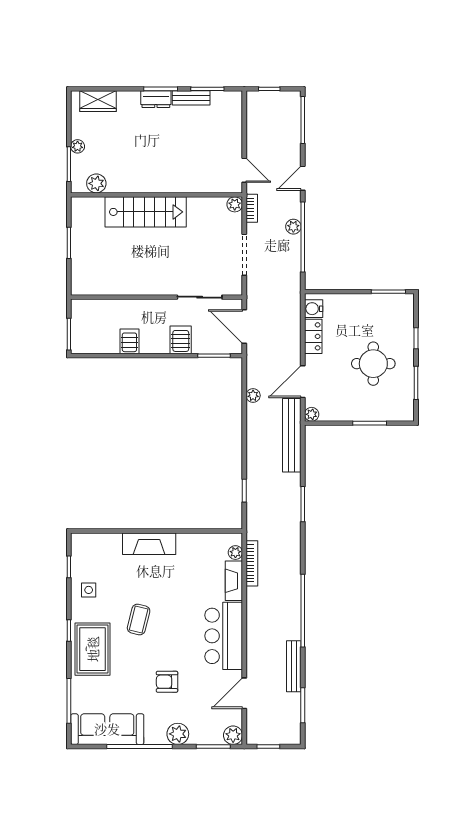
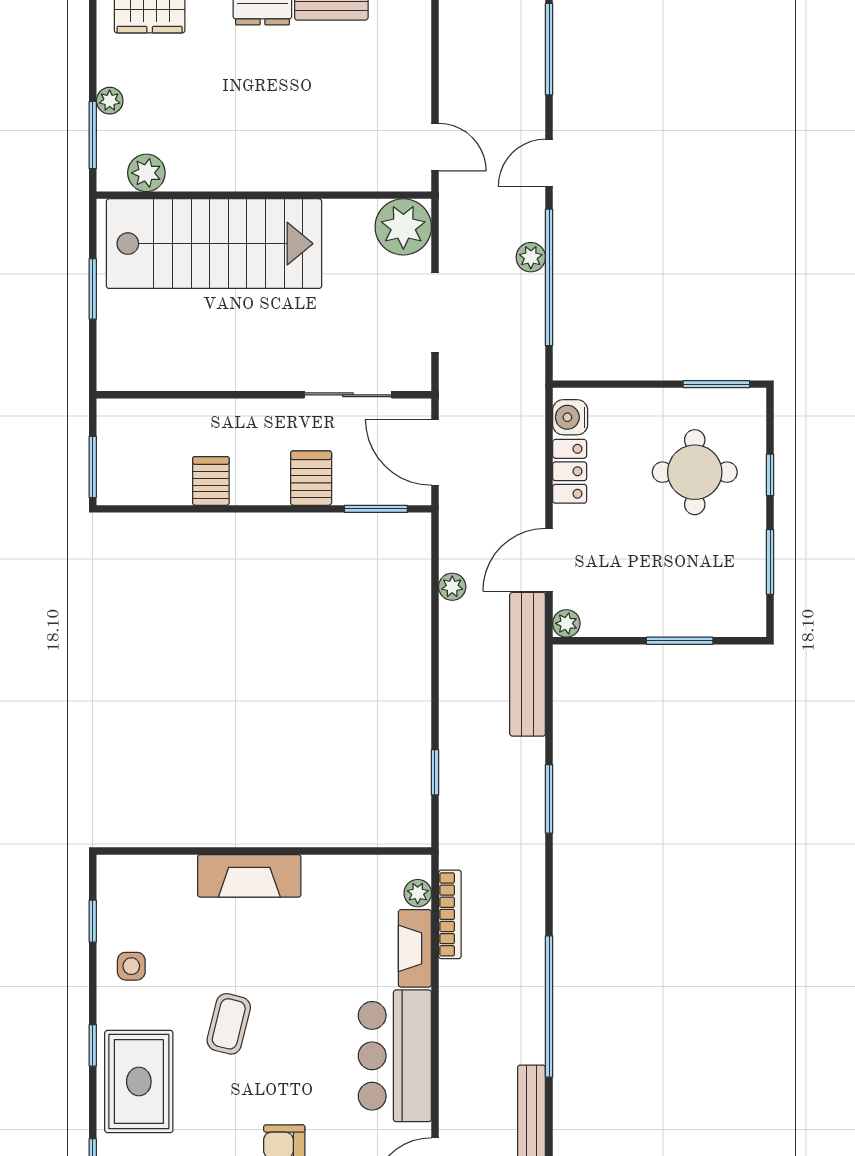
plant: (235, 204) -> (403, 227), width x1.87, depth x1.87
bookcase: (252, 208) -> (450, 221), removed
stairs: (146, 212) -> (214, 244), width x1.36, depth x1.51
round table: (373, 364) -> (695, 472), moved

